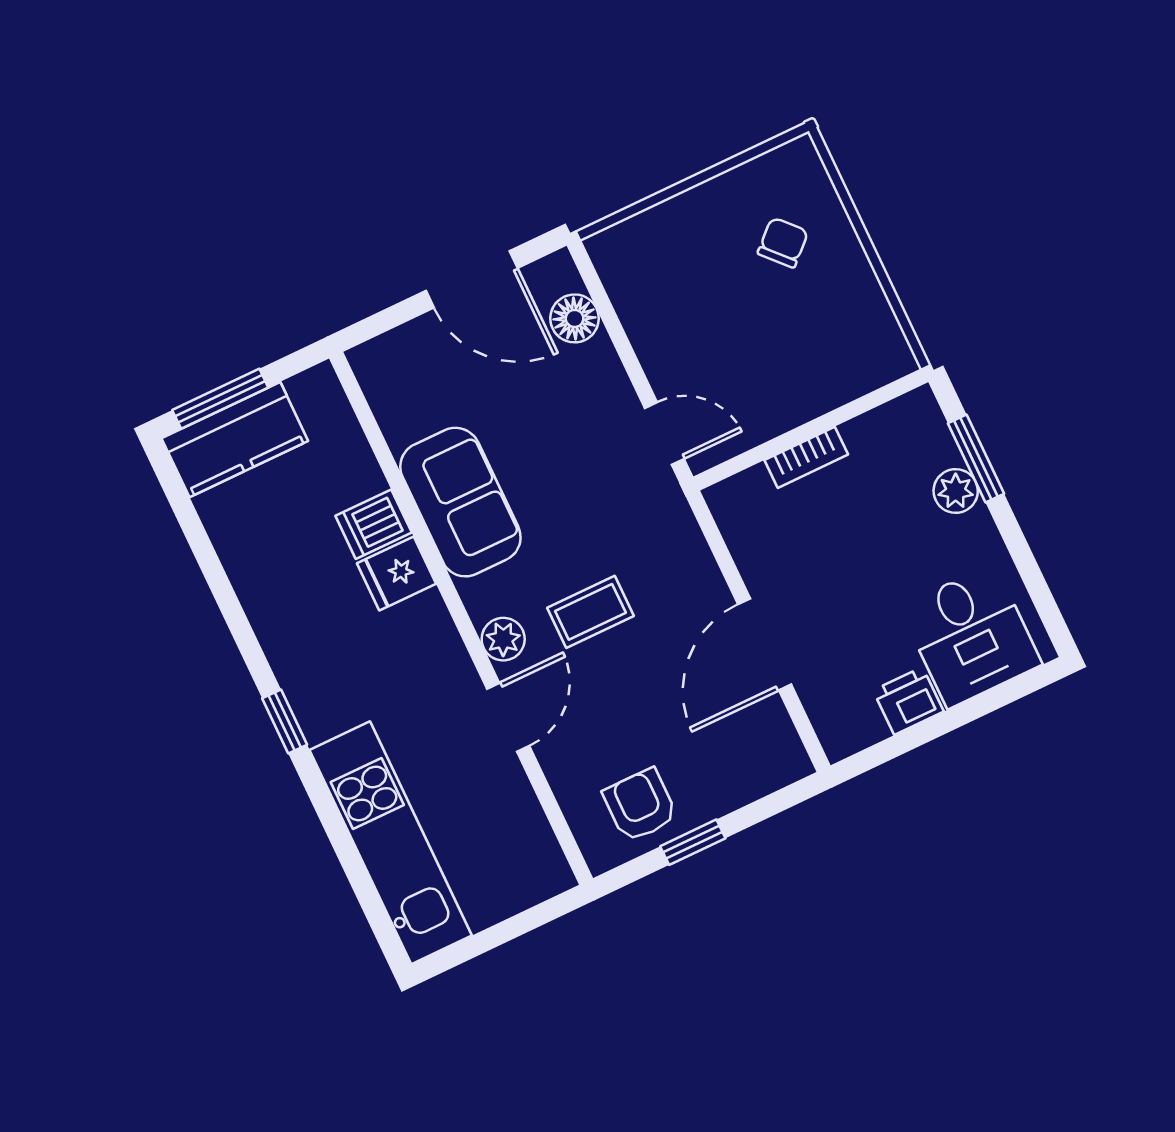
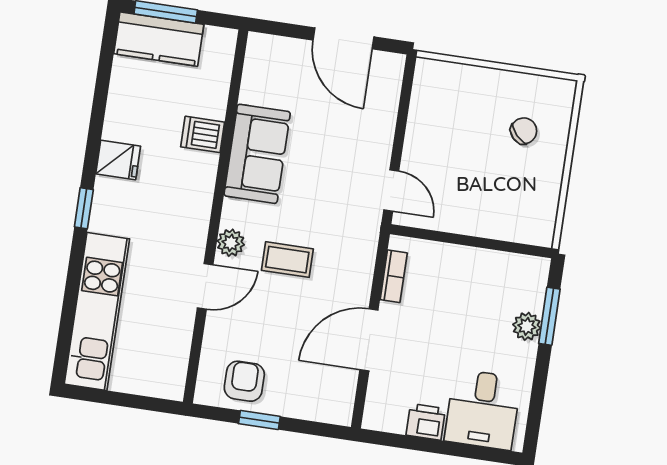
floor lamp: (575, 318) -> (385, 96), removed
bookcase: (806, 457) -> (394, 276), moved, turned -90
fridge: (397, 573) -> (118, 160), moved, turned 180

